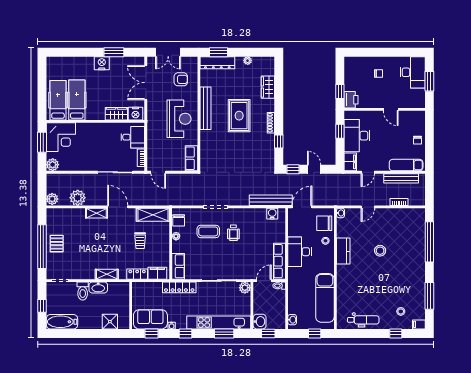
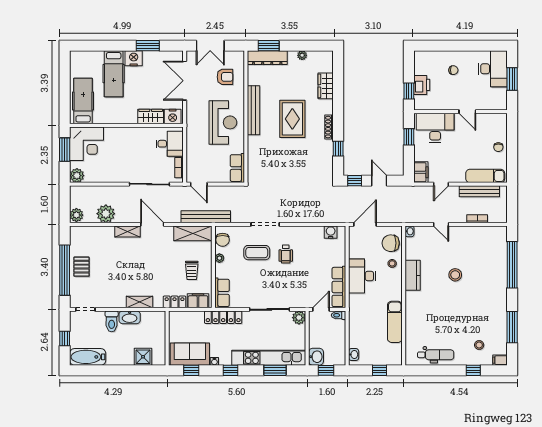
hospital bed: (77, 100) -> (114, 74), moved, turned 180
printer: (351, 100) -> (422, 85), moved
desk: (357, 136) -> (435, 128), moved, turned 90
bench: (271, 200) -> (206, 217), moved
door: (368, 207) -> (441, 224), hinge flipped
trolley: (140, 241) -> (192, 270), moved
exam couch: (325, 298) -> (395, 322), width x0.73, depth x0.69

